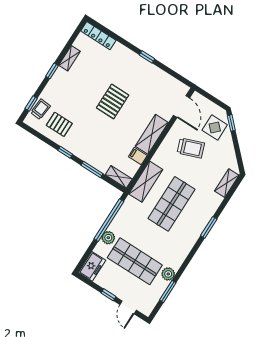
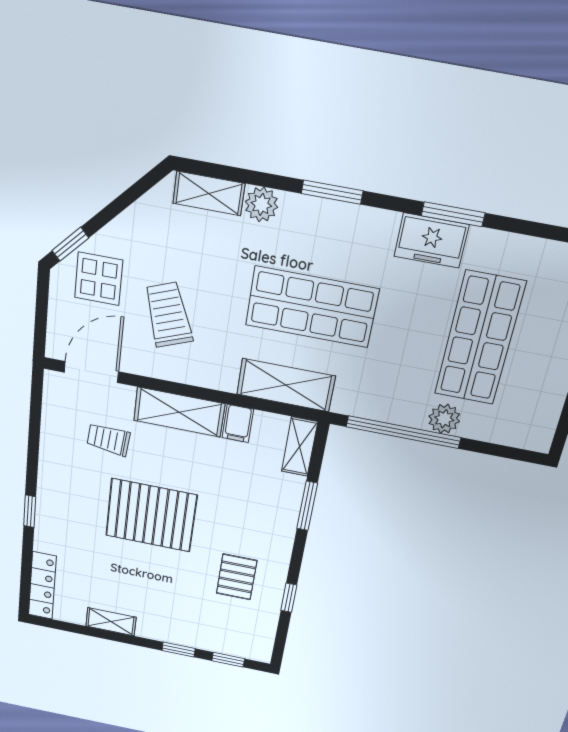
window: (147, 57) -> (30, 511), moved
window: (52, 71) -> (179, 650), moved
pallet: (113, 101) -> (151, 515), width x1.37, depth x1.41
trolley: (40, 109) -> (108, 439), moved
pallet: (59, 124) -> (237, 577), moved
window: (65, 152) -> (289, 598), moved
freezer: (92, 266) -> (431, 241), moved, turned 180
plant: (168, 274) -> (261, 204), moved
window: (168, 291) -> (453, 214), moved

